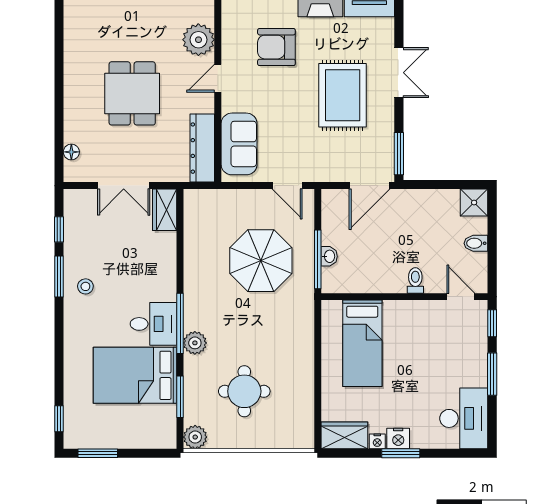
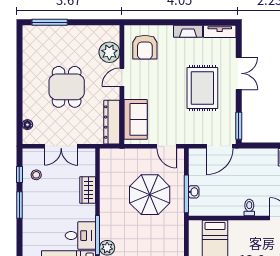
armchair: (276, 47) -> (145, 47), moved, turned -90
wardrobe: (165, 210) -> (88, 190), moved
stool: (85, 286) -> (36, 175), moved

